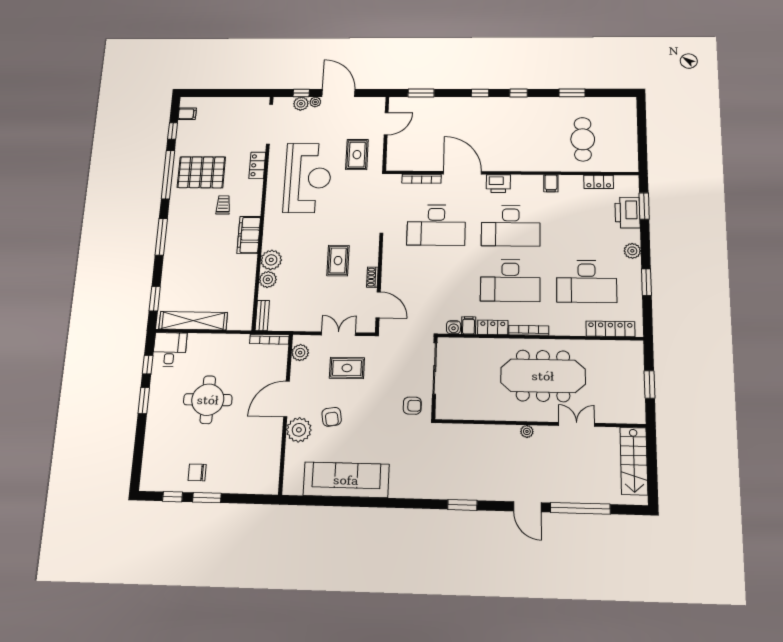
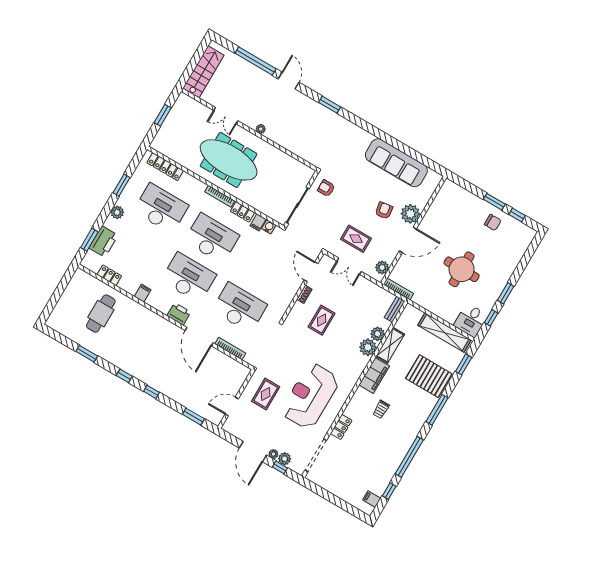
pallet: (201, 172) -> (429, 376), moved
shelving: (247, 275) -> (390, 345), added

